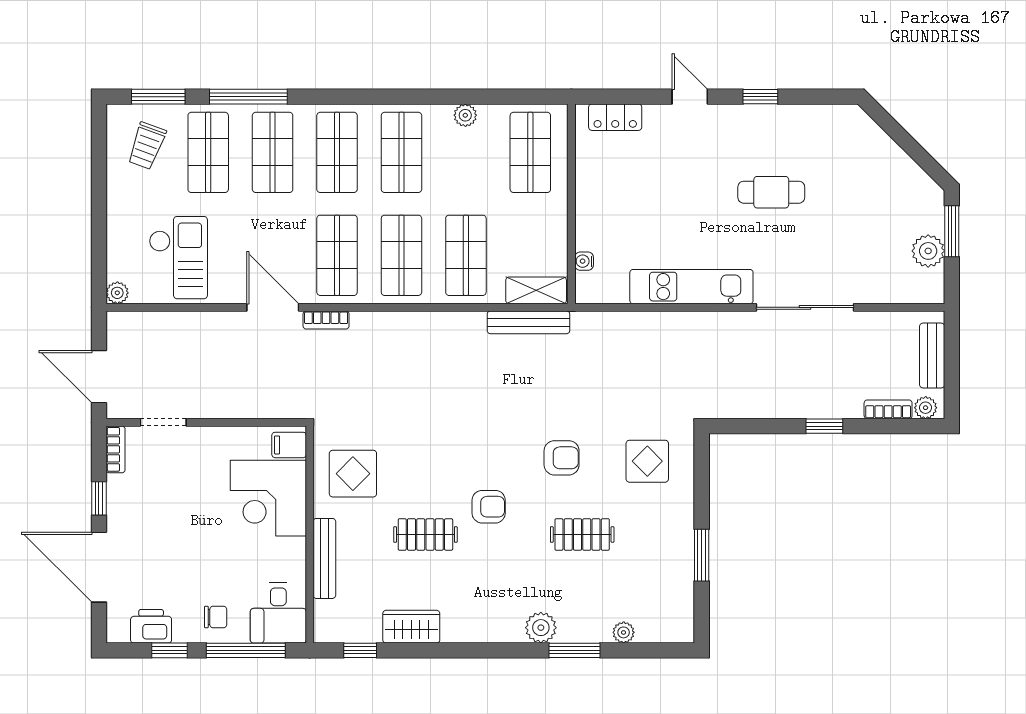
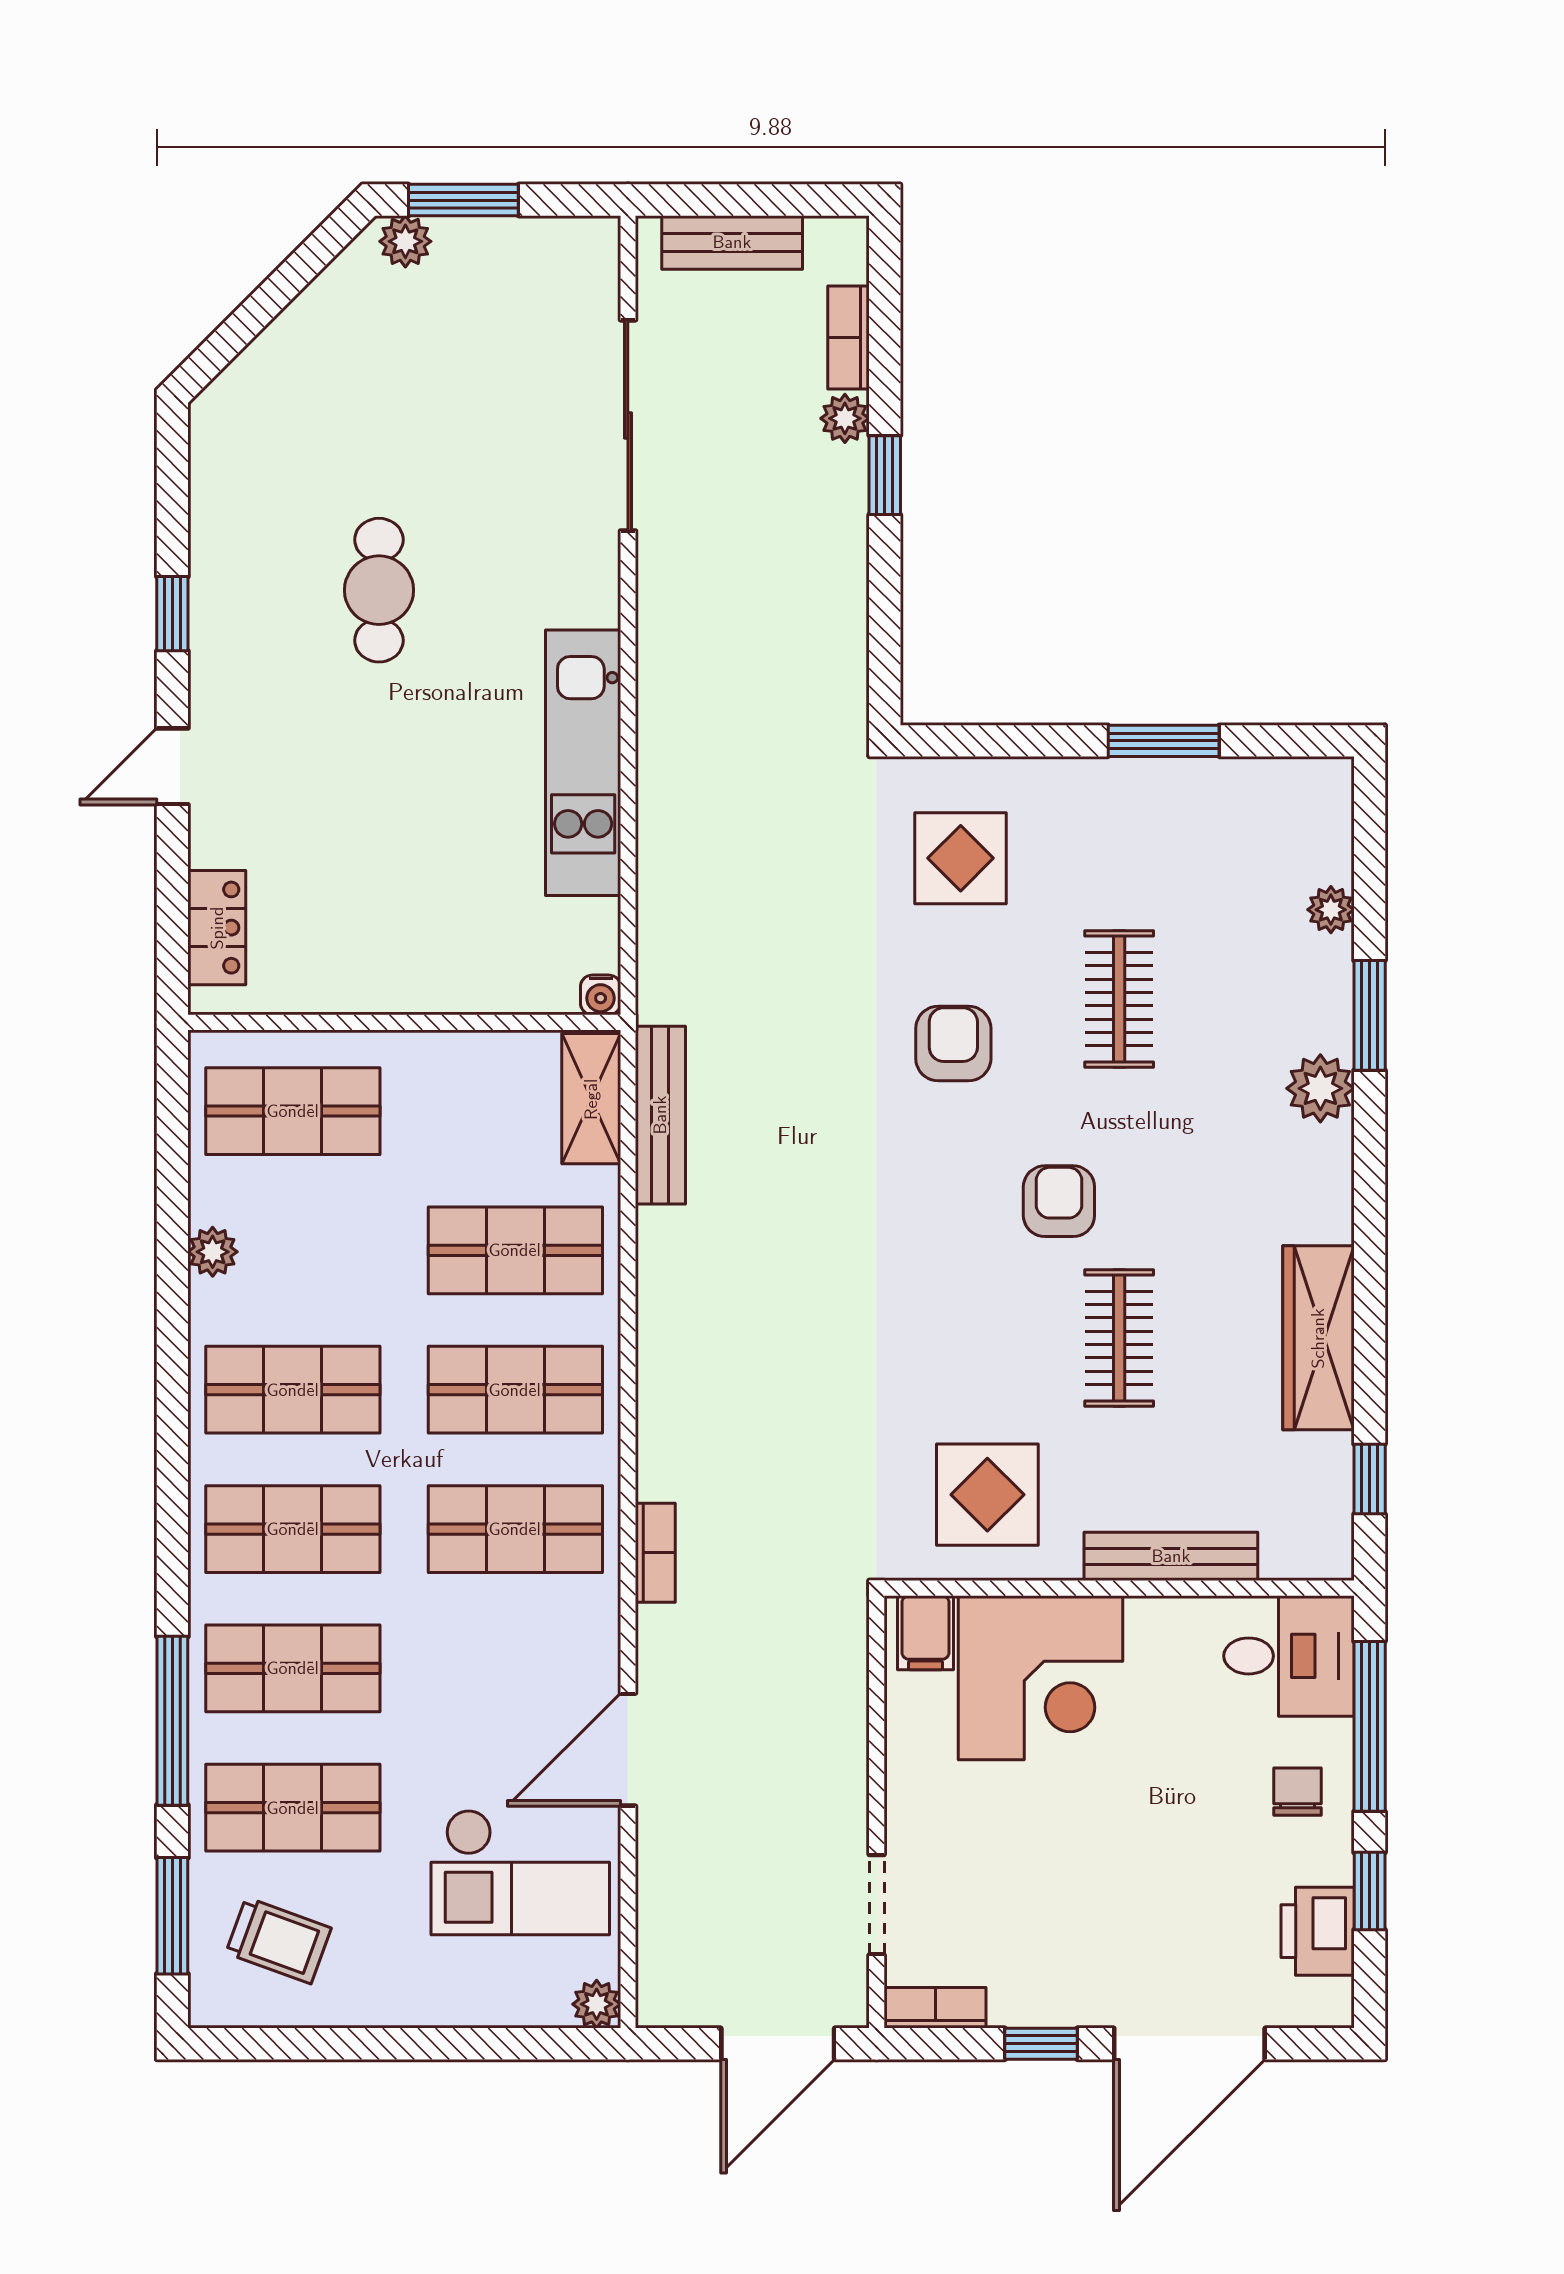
plant: (928, 251) -> (405, 241), moved, width x0.73, depth x0.73
checkout: (178, 258) -> (520, 1872), turned 180
water cooler: (584, 261) -> (601, 995), moved
door: (273, 307) -> (628, 1750), moved
sliding door: (805, 307) -> (628, 425), moved
plant: (926, 408) -> (845, 418), moved
wardrobe: (411, 627) -> (1318, 1338), width x1.50

